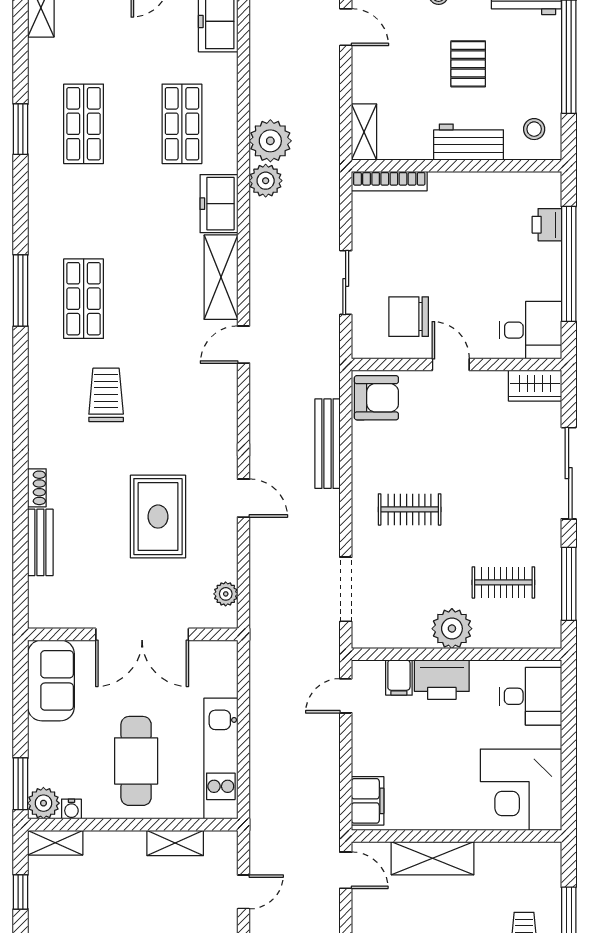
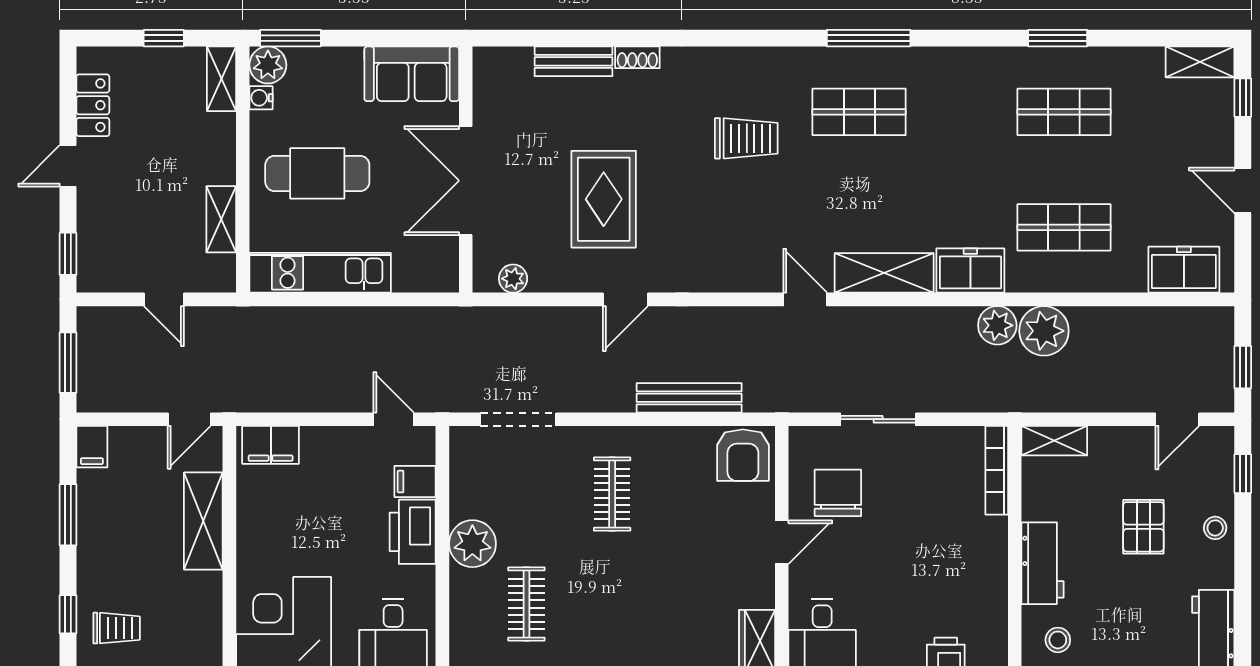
pallet: (468, 64) -> (1143, 527), moved, turned 90
rug: (158, 517) -> (604, 199), turned 90

